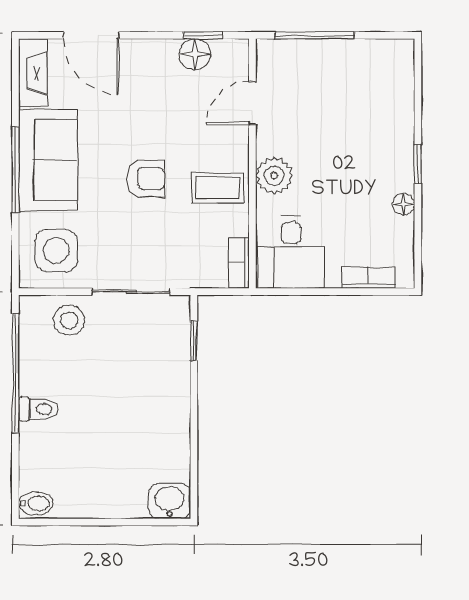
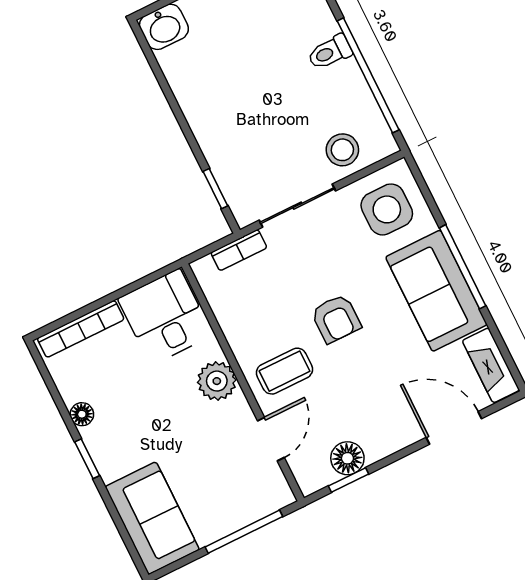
sofa: (387, 86) -> (152, 518), added
armchair: (146, 179) -> (336, 319), turned -90
coffee table: (218, 188) -> (284, 371), moved
bookcase: (239, 262) -> (239, 250), moved, turned 90
bookcase: (369, 278) -> (81, 329), width x1.56

